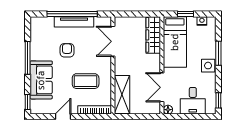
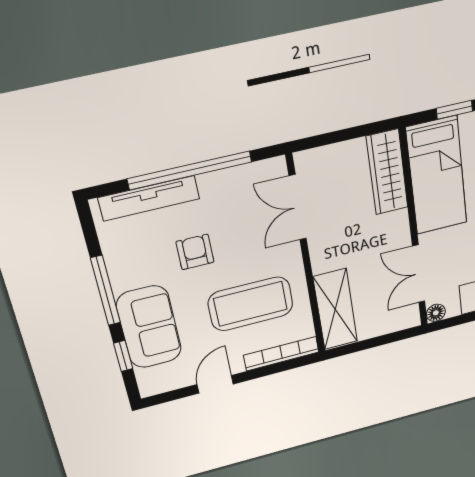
tv unit: (74, 22) -> (149, 198), moved
coffee table: (86, 81) -> (251, 304), width x1.36, depth x1.32
window: (28, 102) -> (123, 356), moved

